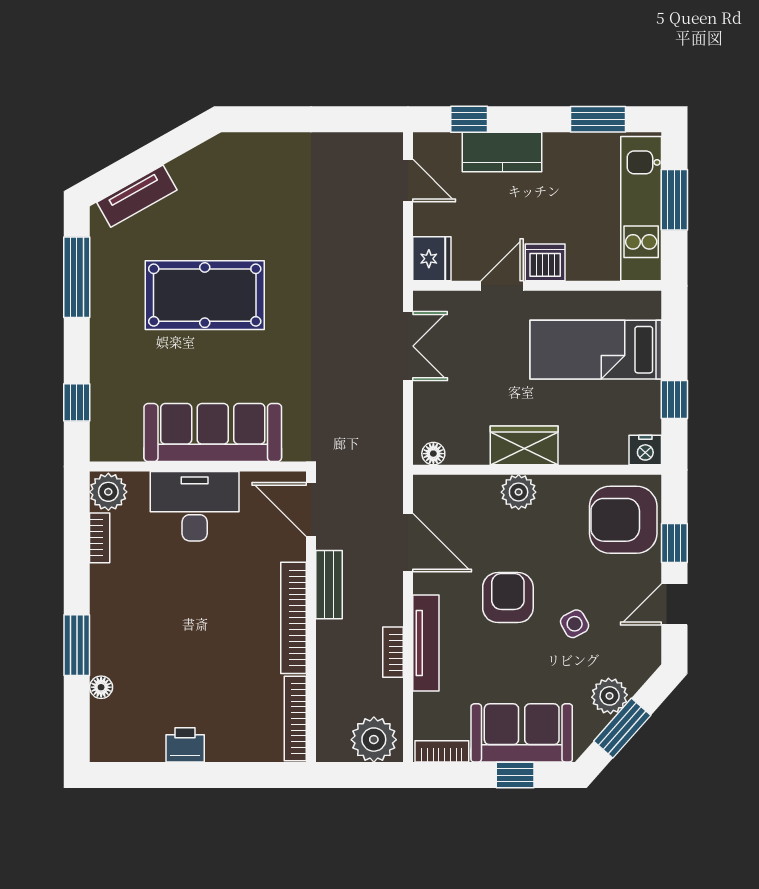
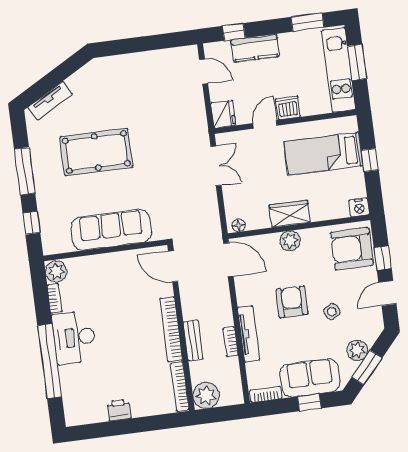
window: (77, 277) -> (25, 171), moved
window: (674, 400) -> (370, 160), moved
desk: (195, 506) -> (74, 337), moved, turned -90
door: (408, 543) -> (228, 260), moved
bench: (329, 585) -> (193, 340), moved
window: (77, 645) -> (50, 361), width x2.11
floor lamp: (101, 687) -> (67, 383), removed
plant: (374, 740) -> (206, 395), moved

